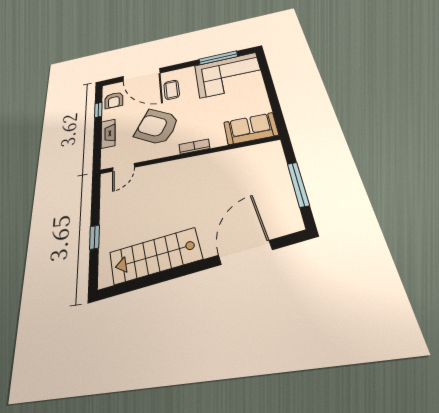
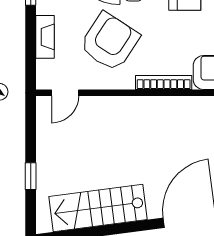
armchair: (157, 127) -> (110, 42), turned 93
bookcase: (194, 147) -> (164, 82), width x1.56

